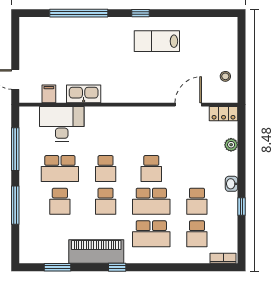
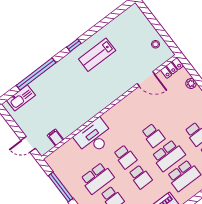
kitchen sink: (84, 94) -> (21, 98), moved, turned 180
door: (188, 105) -> (146, 79), swing flipped
desk: (62, 124) -> (94, 137), moved

